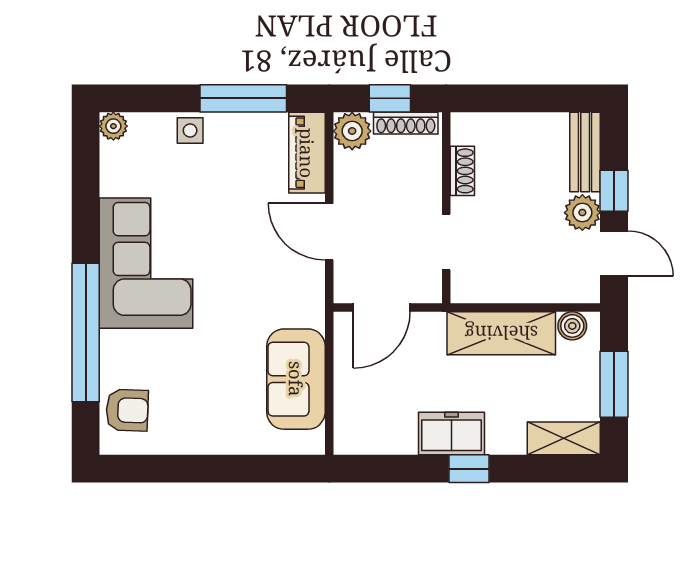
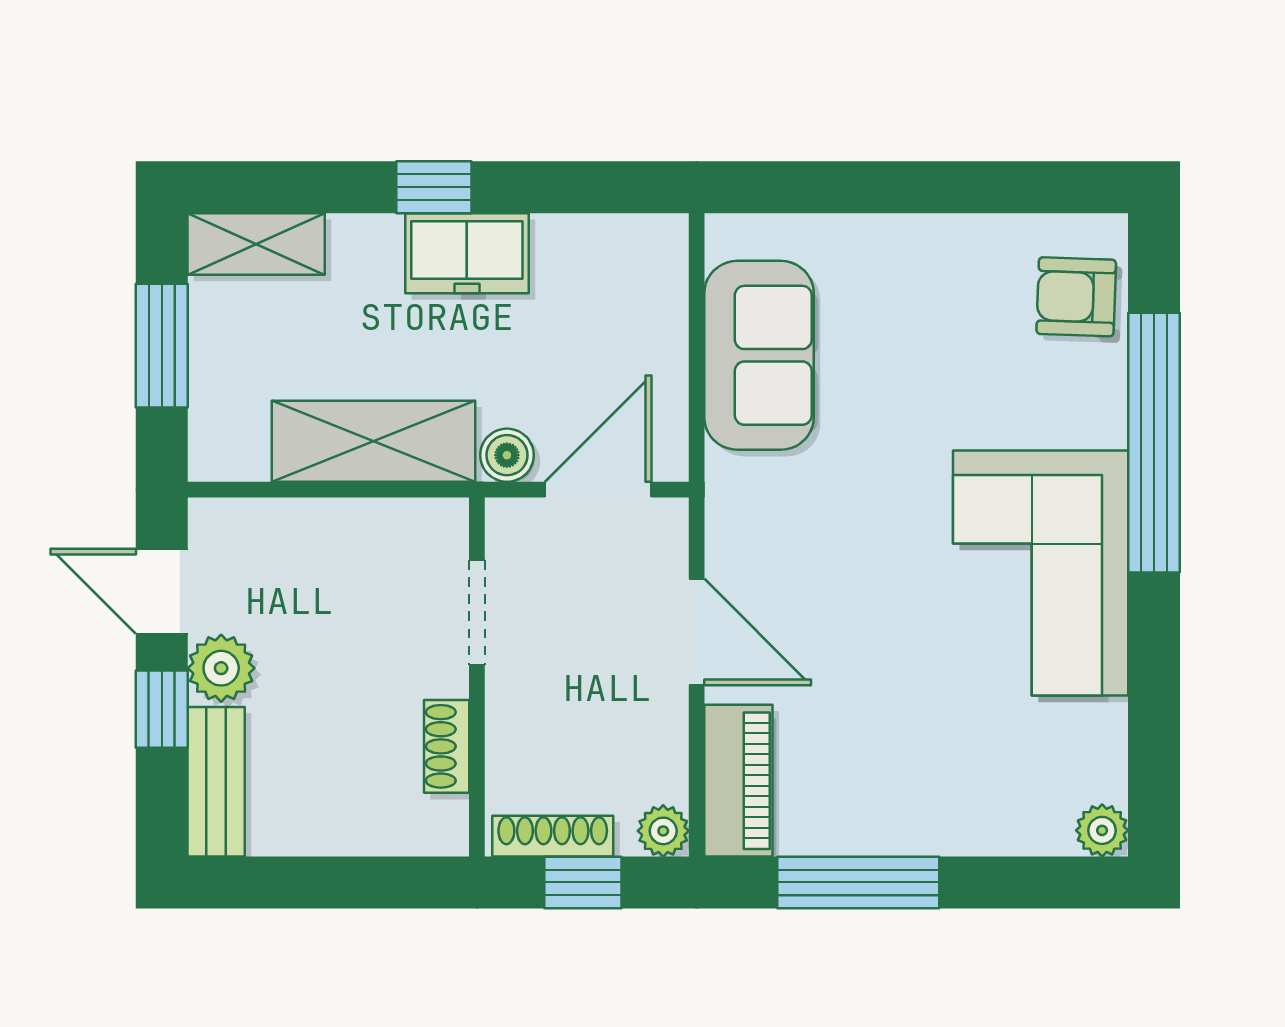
side table: (190, 130) -> (958, 822), removed
plant: (352, 131) -> (663, 831), width x0.73, depth x0.73
boiler: (572, 326) -> (507, 455), moved

